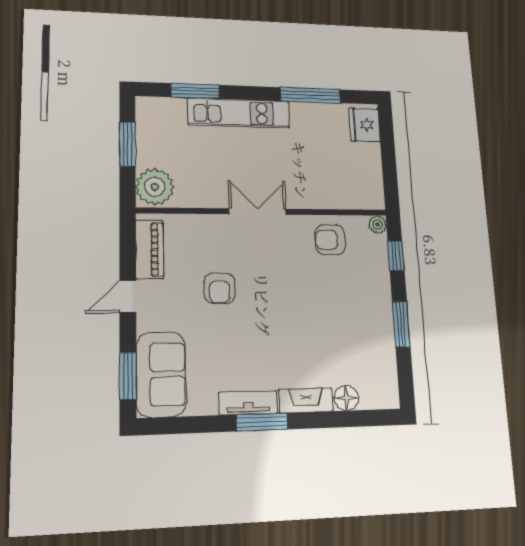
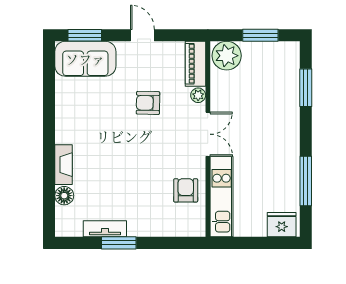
kitchen unit: (239, 113) -> (222, 197), moved, turned 180
plant: (378, 225) -> (198, 95), moved
piano: (149, 249) -> (195, 64), moved, turned 90
window: (396, 256) -> (173, 243), removed
tv unit: (248, 403) -> (105, 229), moved, turned -90
window: (262, 422) -> (49, 131), removed

